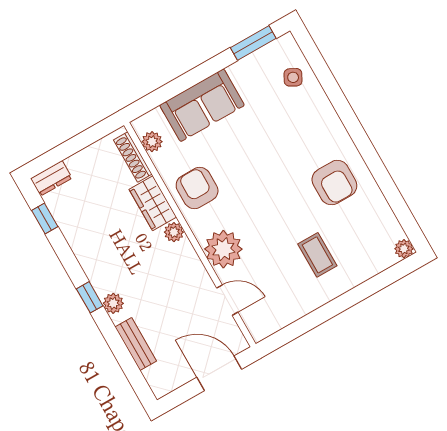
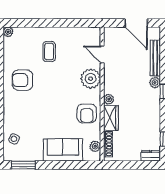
armchair: (334, 183) -> (23, 80), turned -90
bench: (136, 344) -> (155, 58), width x1.36
door: (219, 373) -> (136, 23), moved

